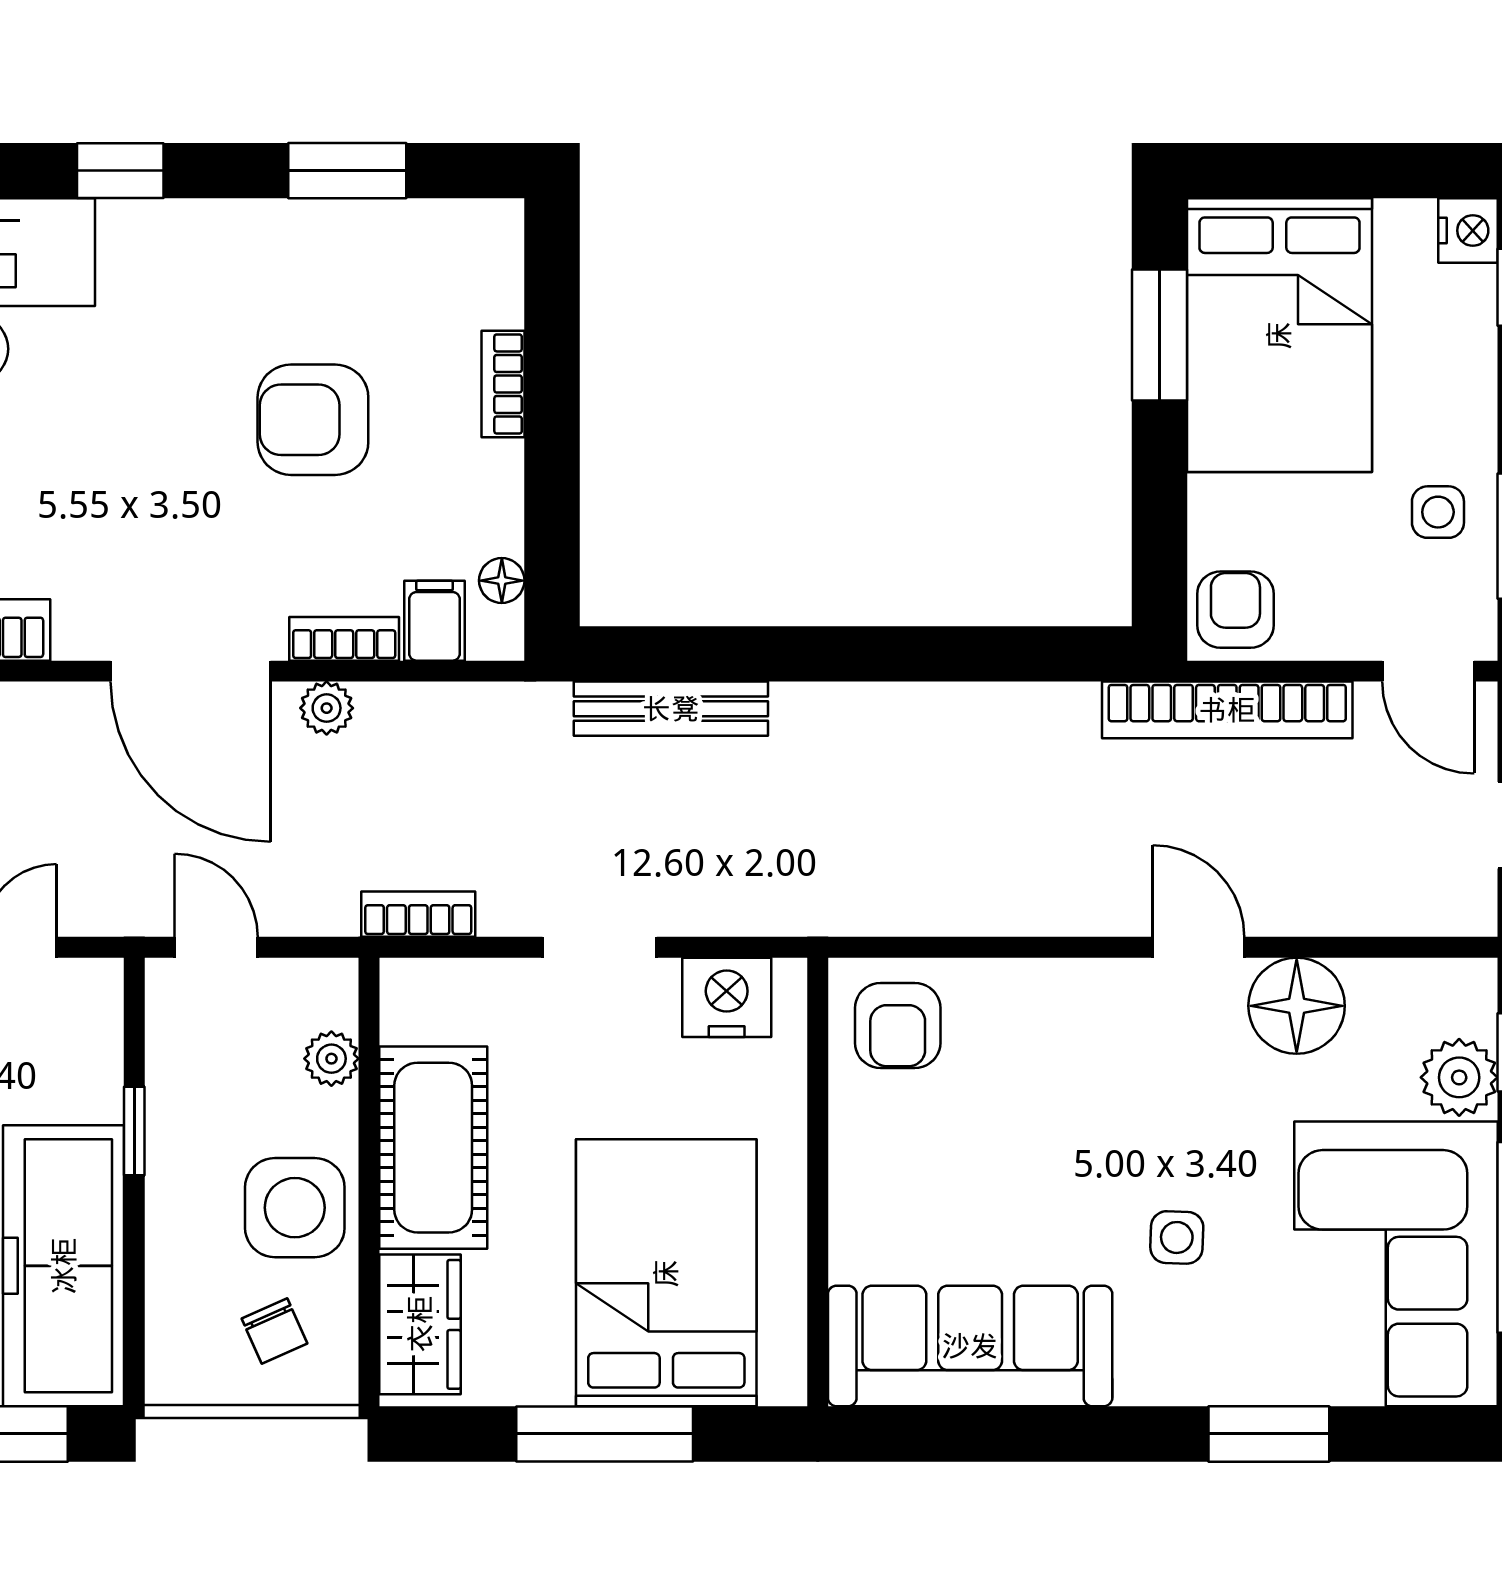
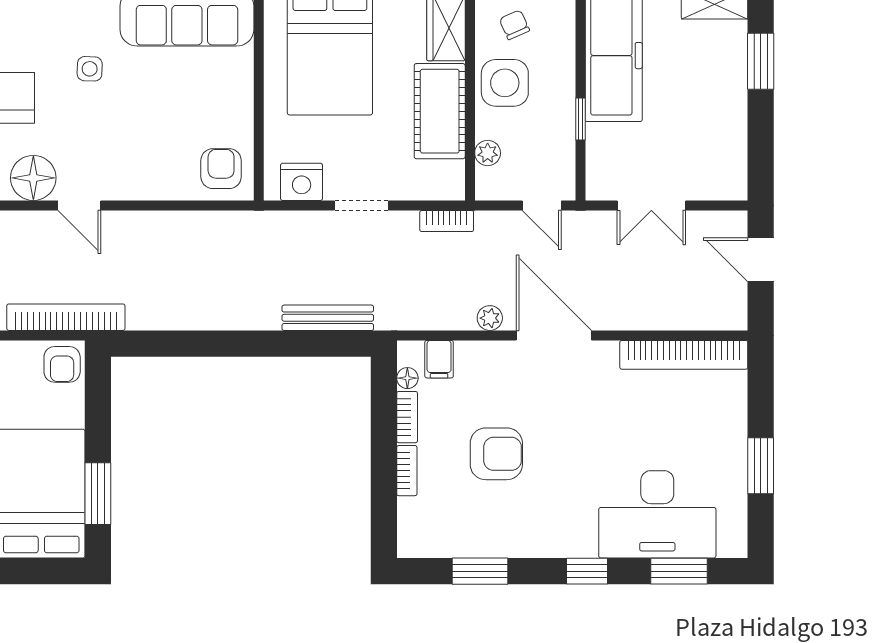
bookcase: (344, 639) -> (407, 417), moved, turned -90

